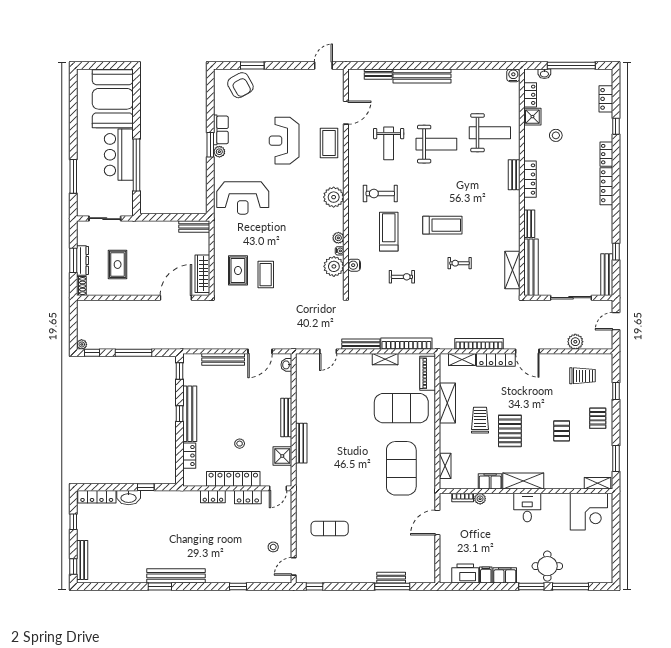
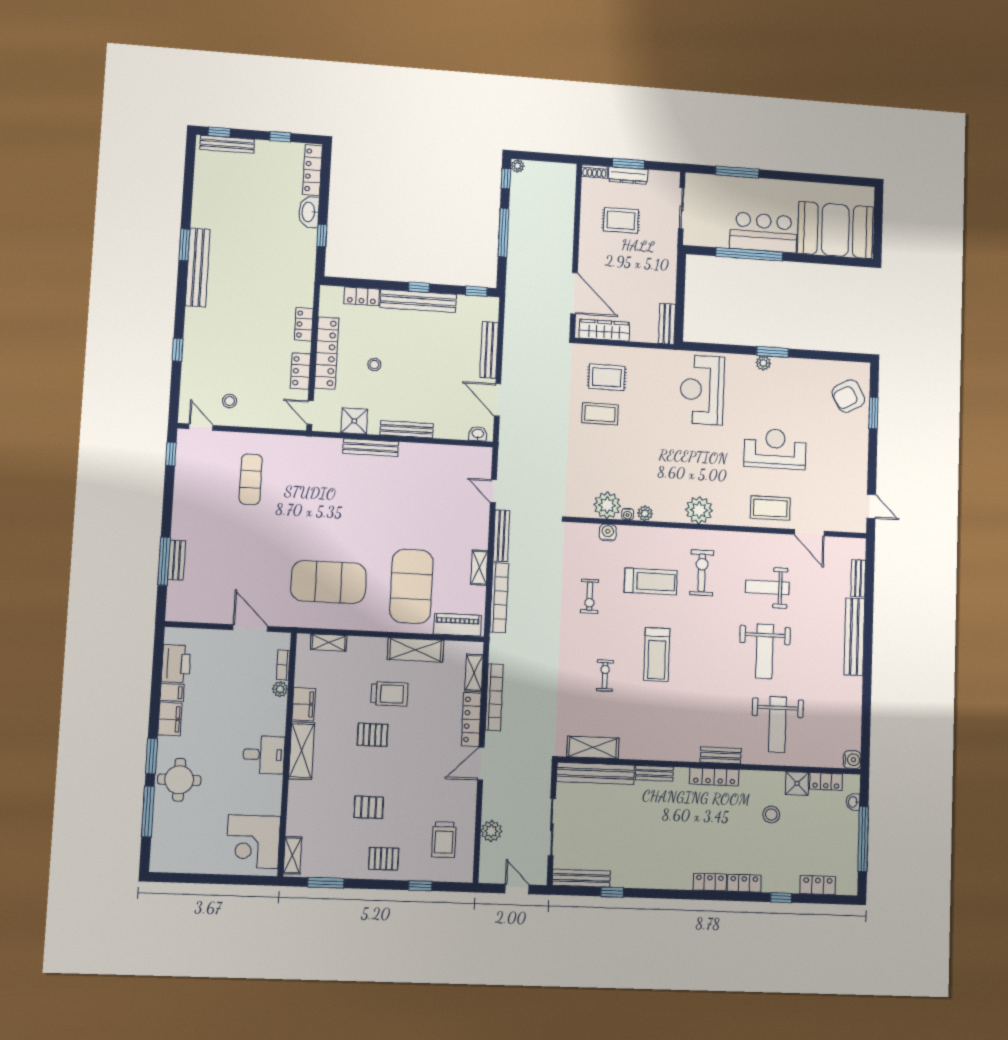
row of seats: (221, 130) -> (791, 367), removed
locker: (606, 186) -> (710, 882), width x0.66
pallet: (510, 431) -> (372, 735), width x0.67, depth x0.71

